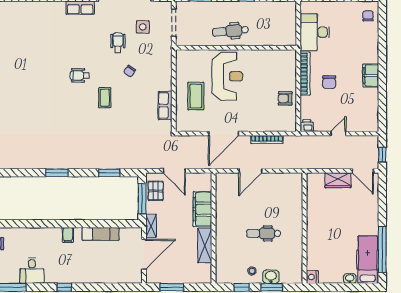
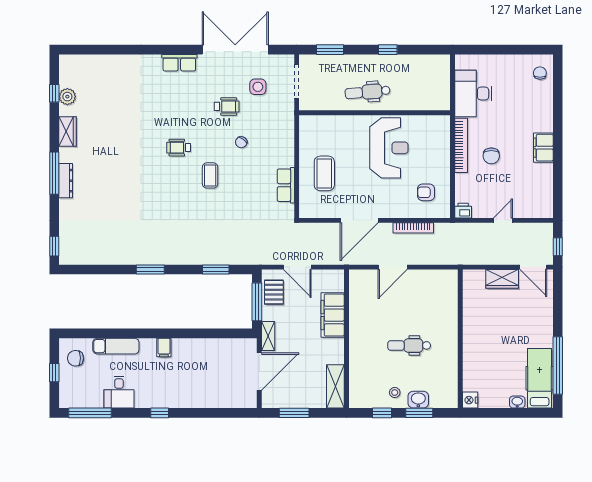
wheelchair: (118, 43) -> (227, 106), turned 90
reception desk: (227, 76) -> (389, 148), moved
armchair: (285, 98) -> (426, 192), moved
exam couch: (101, 234) -> (116, 346), moved
shelving: (205, 245) -> (335, 386), moved

